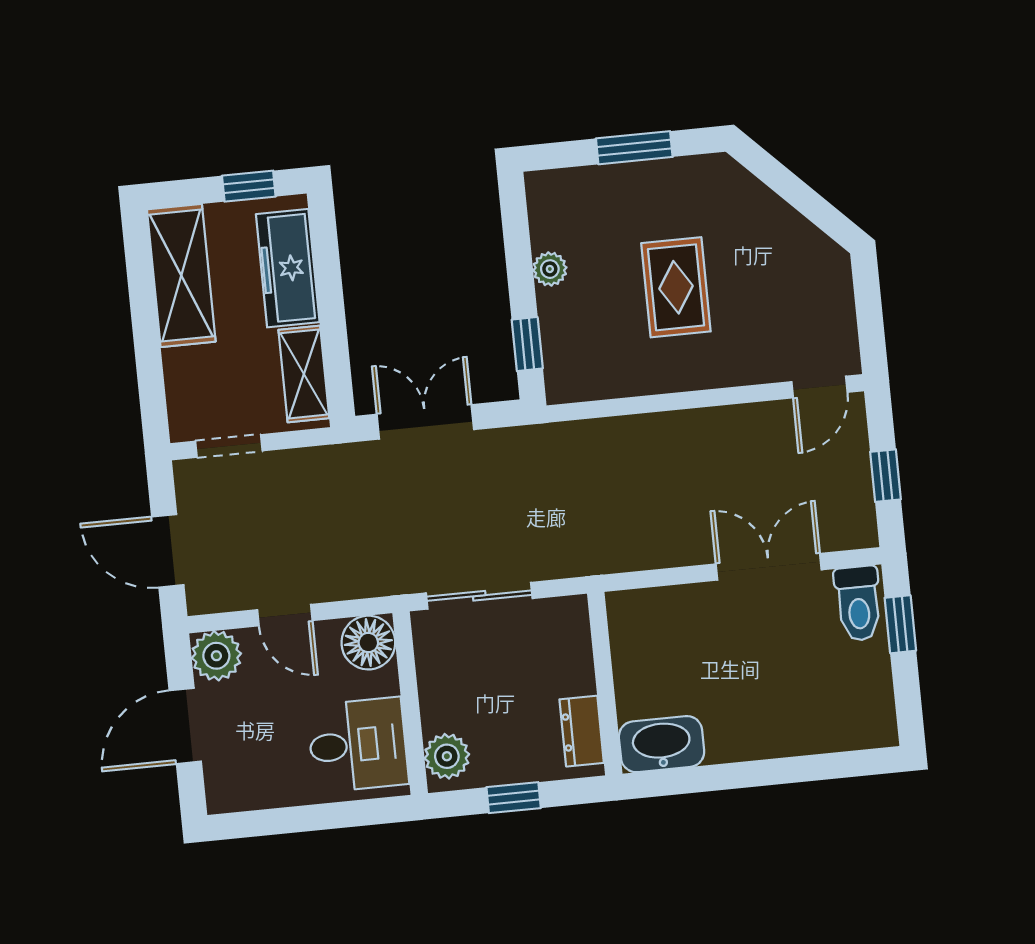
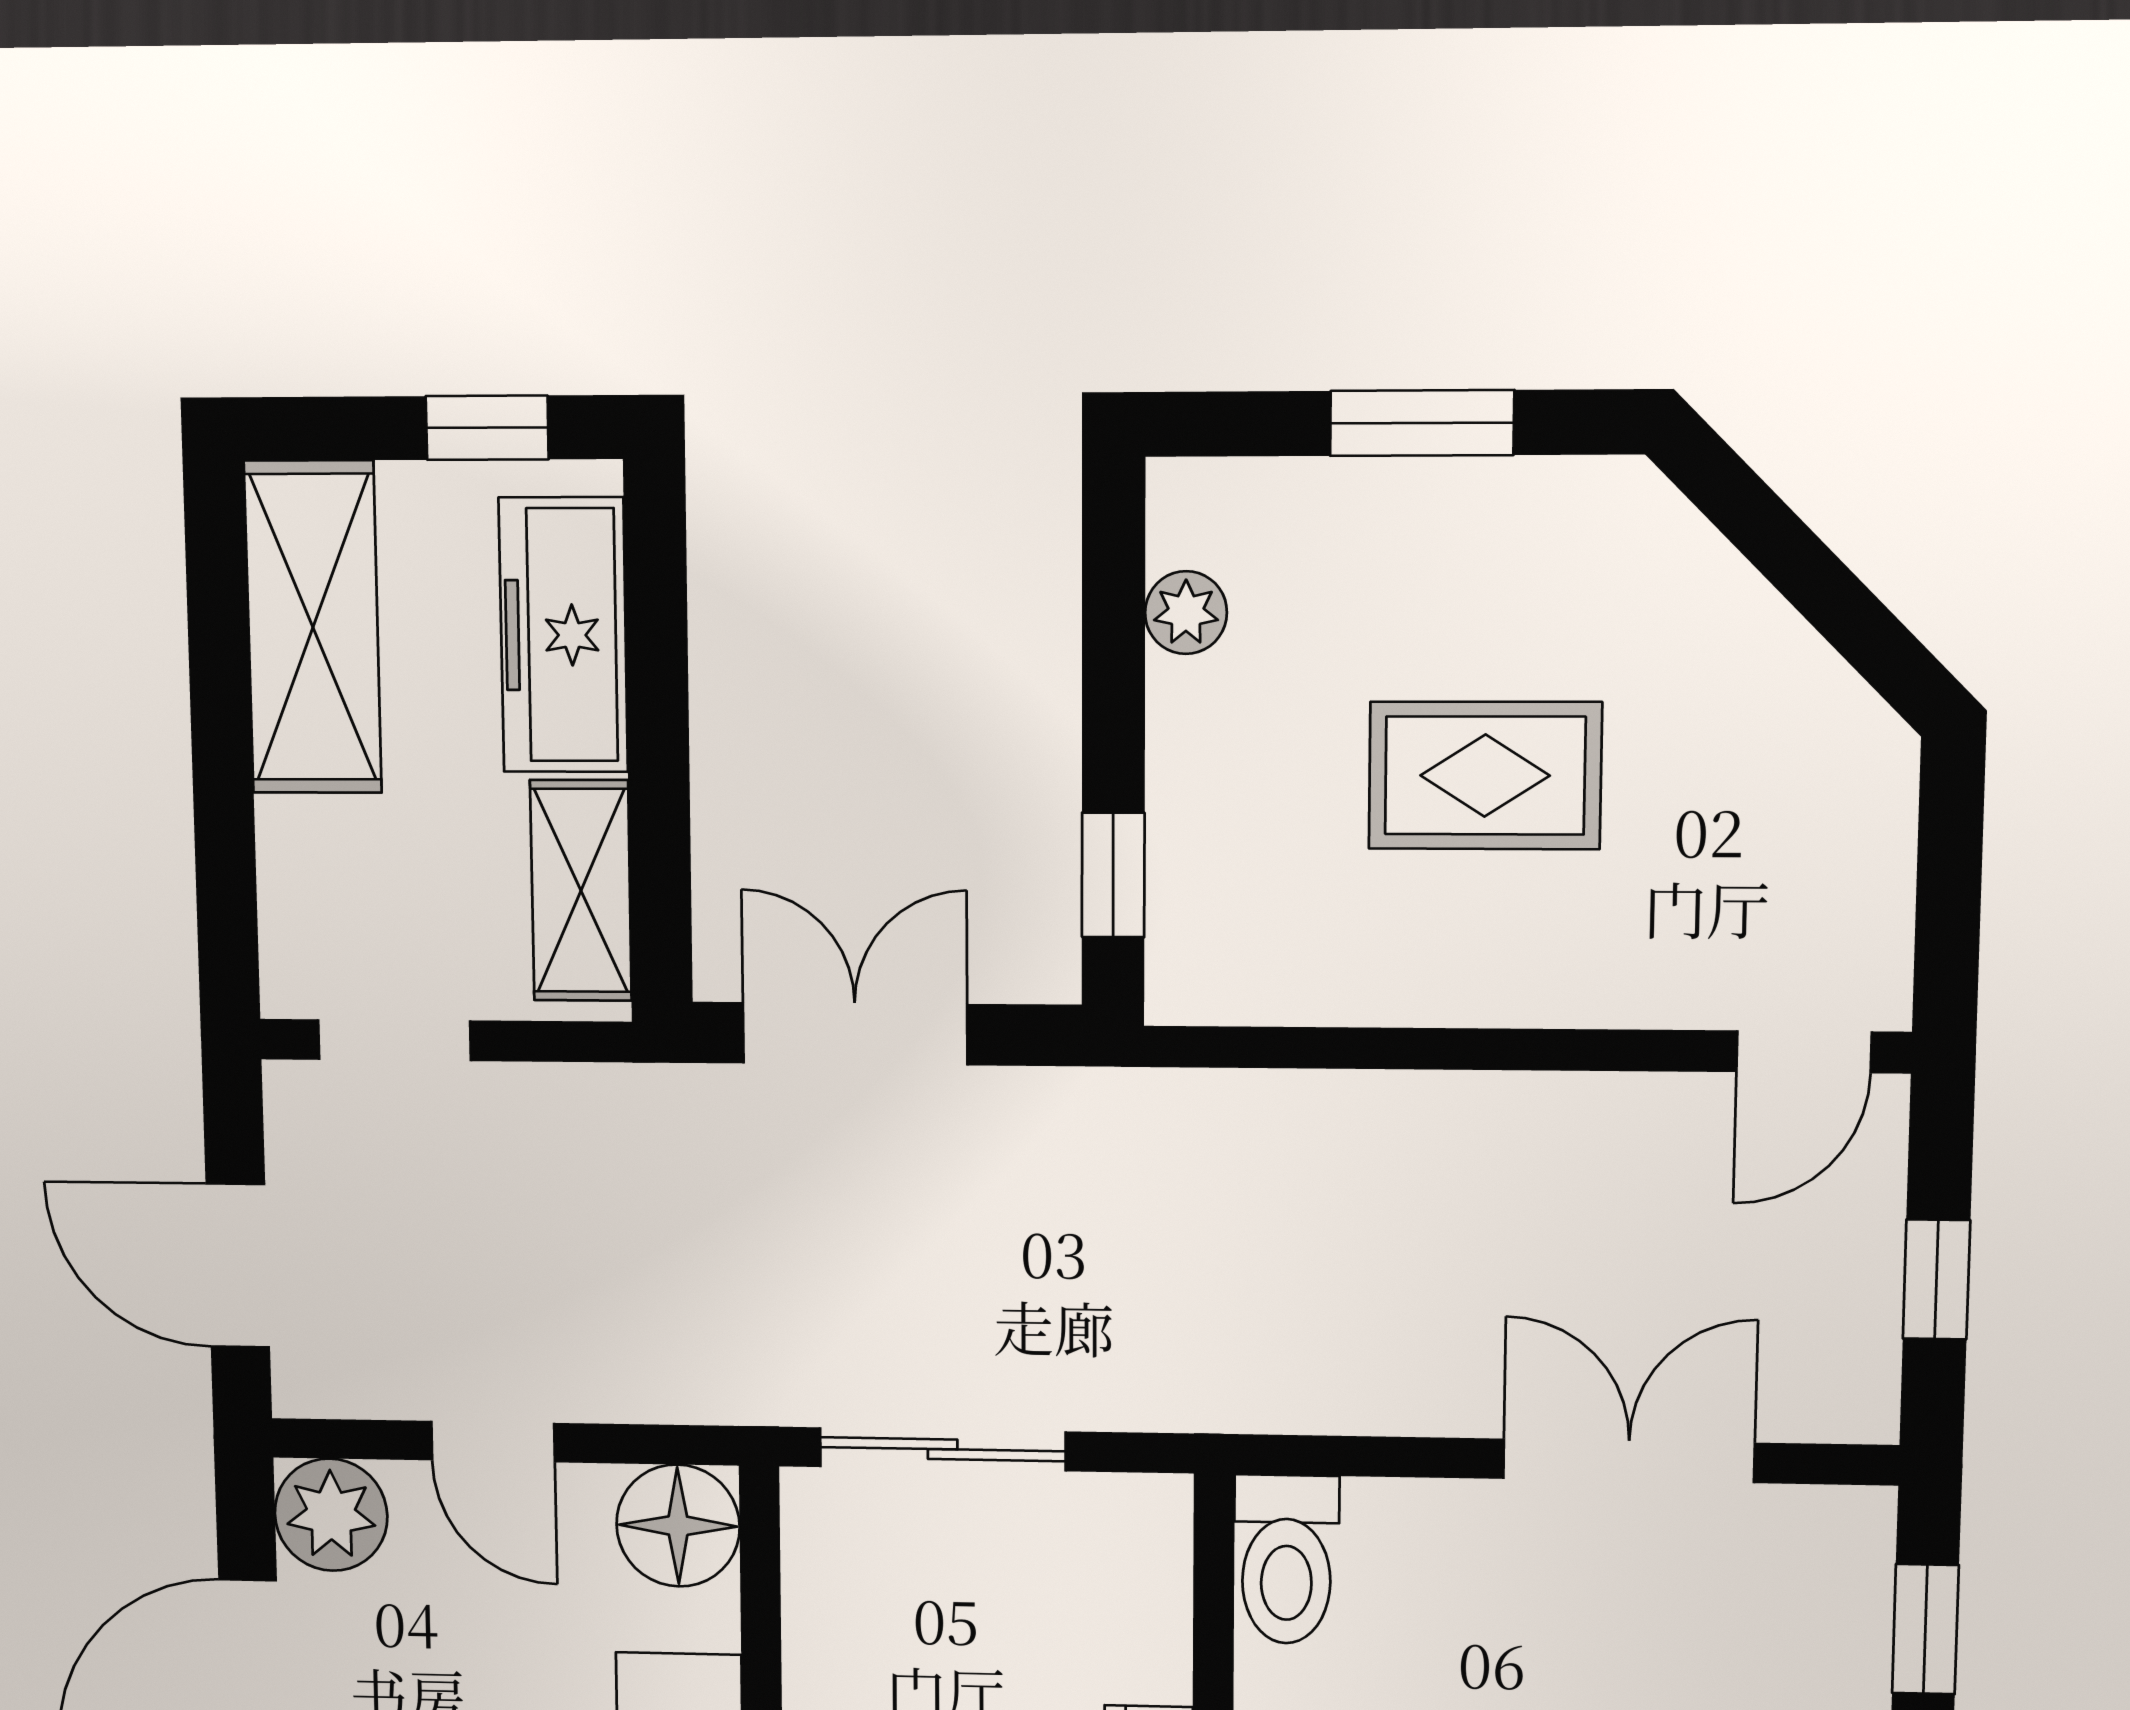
plant: (550, 269) -> (1186, 613), moved
rug: (676, 287) -> (1485, 776), turned 90
toilet: (858, 603) -> (1286, 1559), moved

